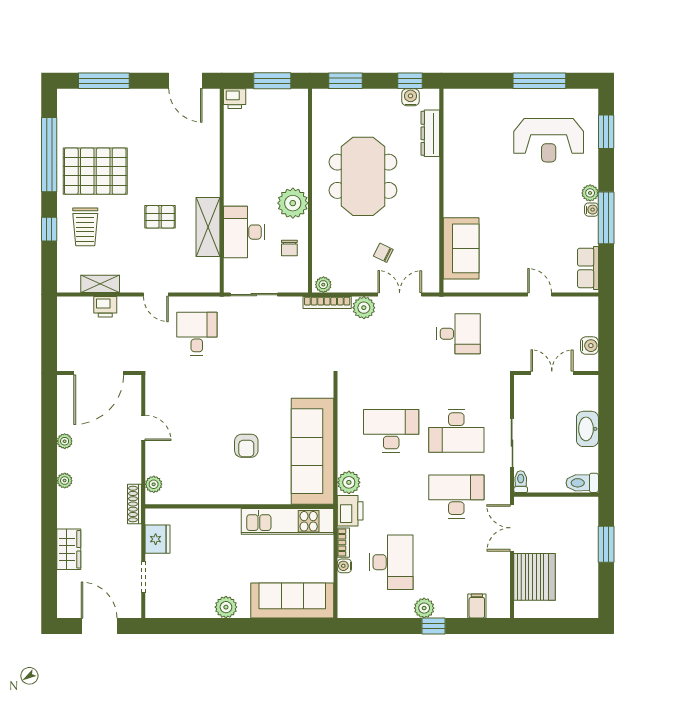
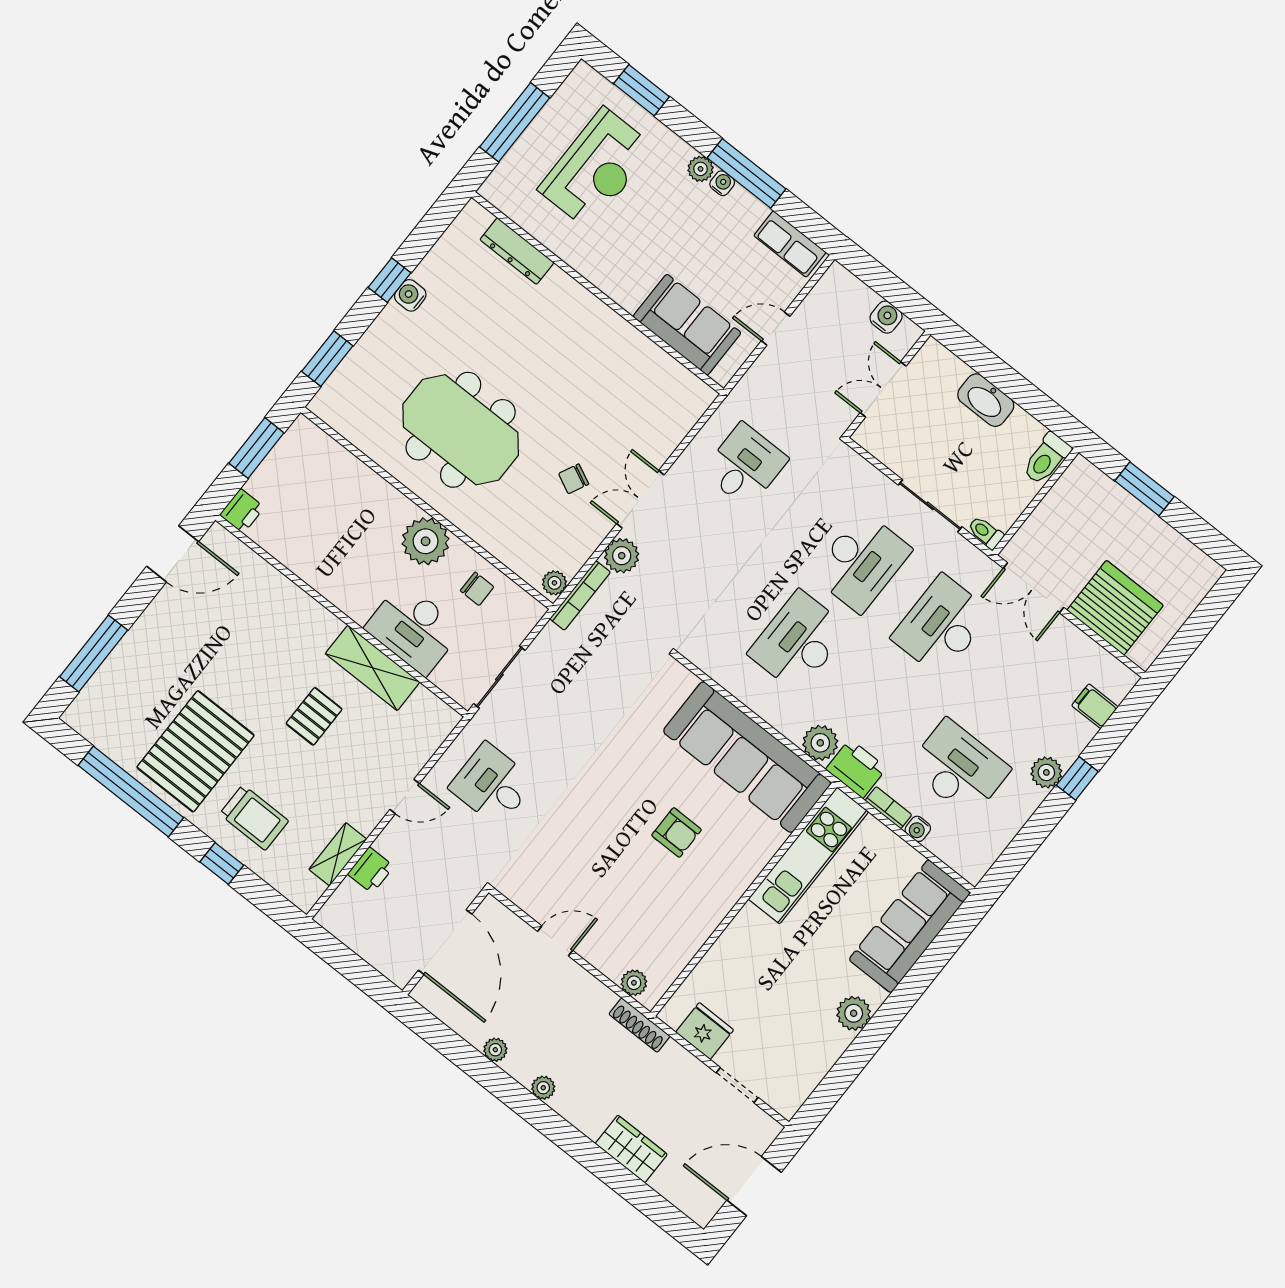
dresser: (430, 133) -> (517, 251), moved
wall: (441, 191) -> (598, 293), moved
sofa: (461, 248) -> (687, 325), moved

